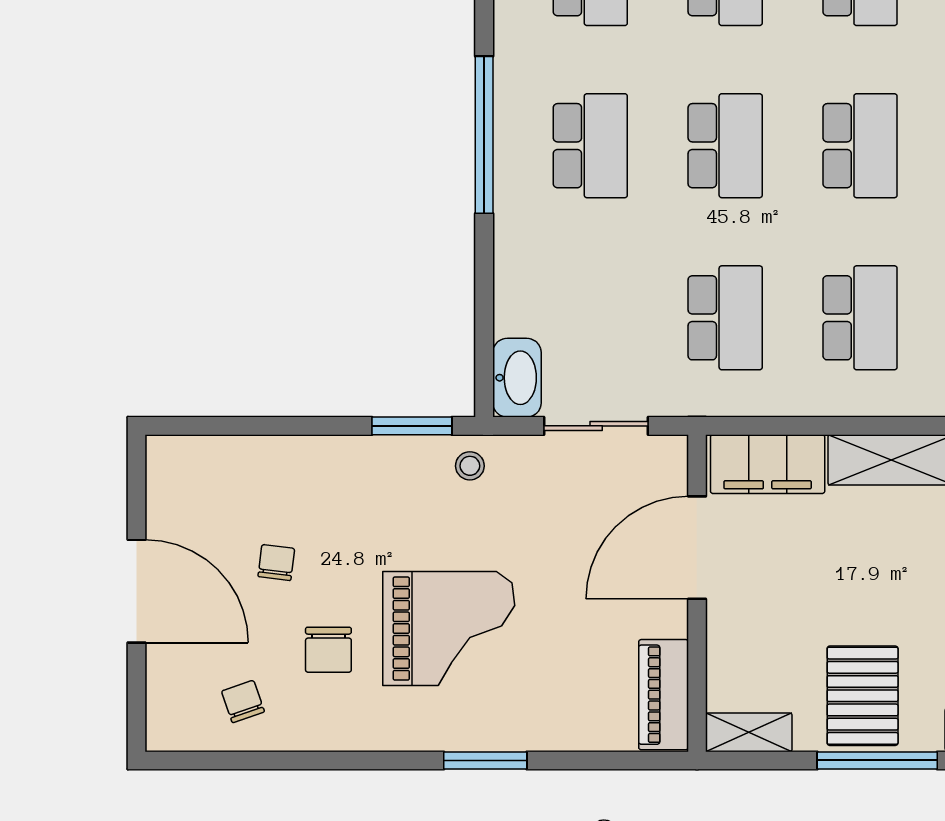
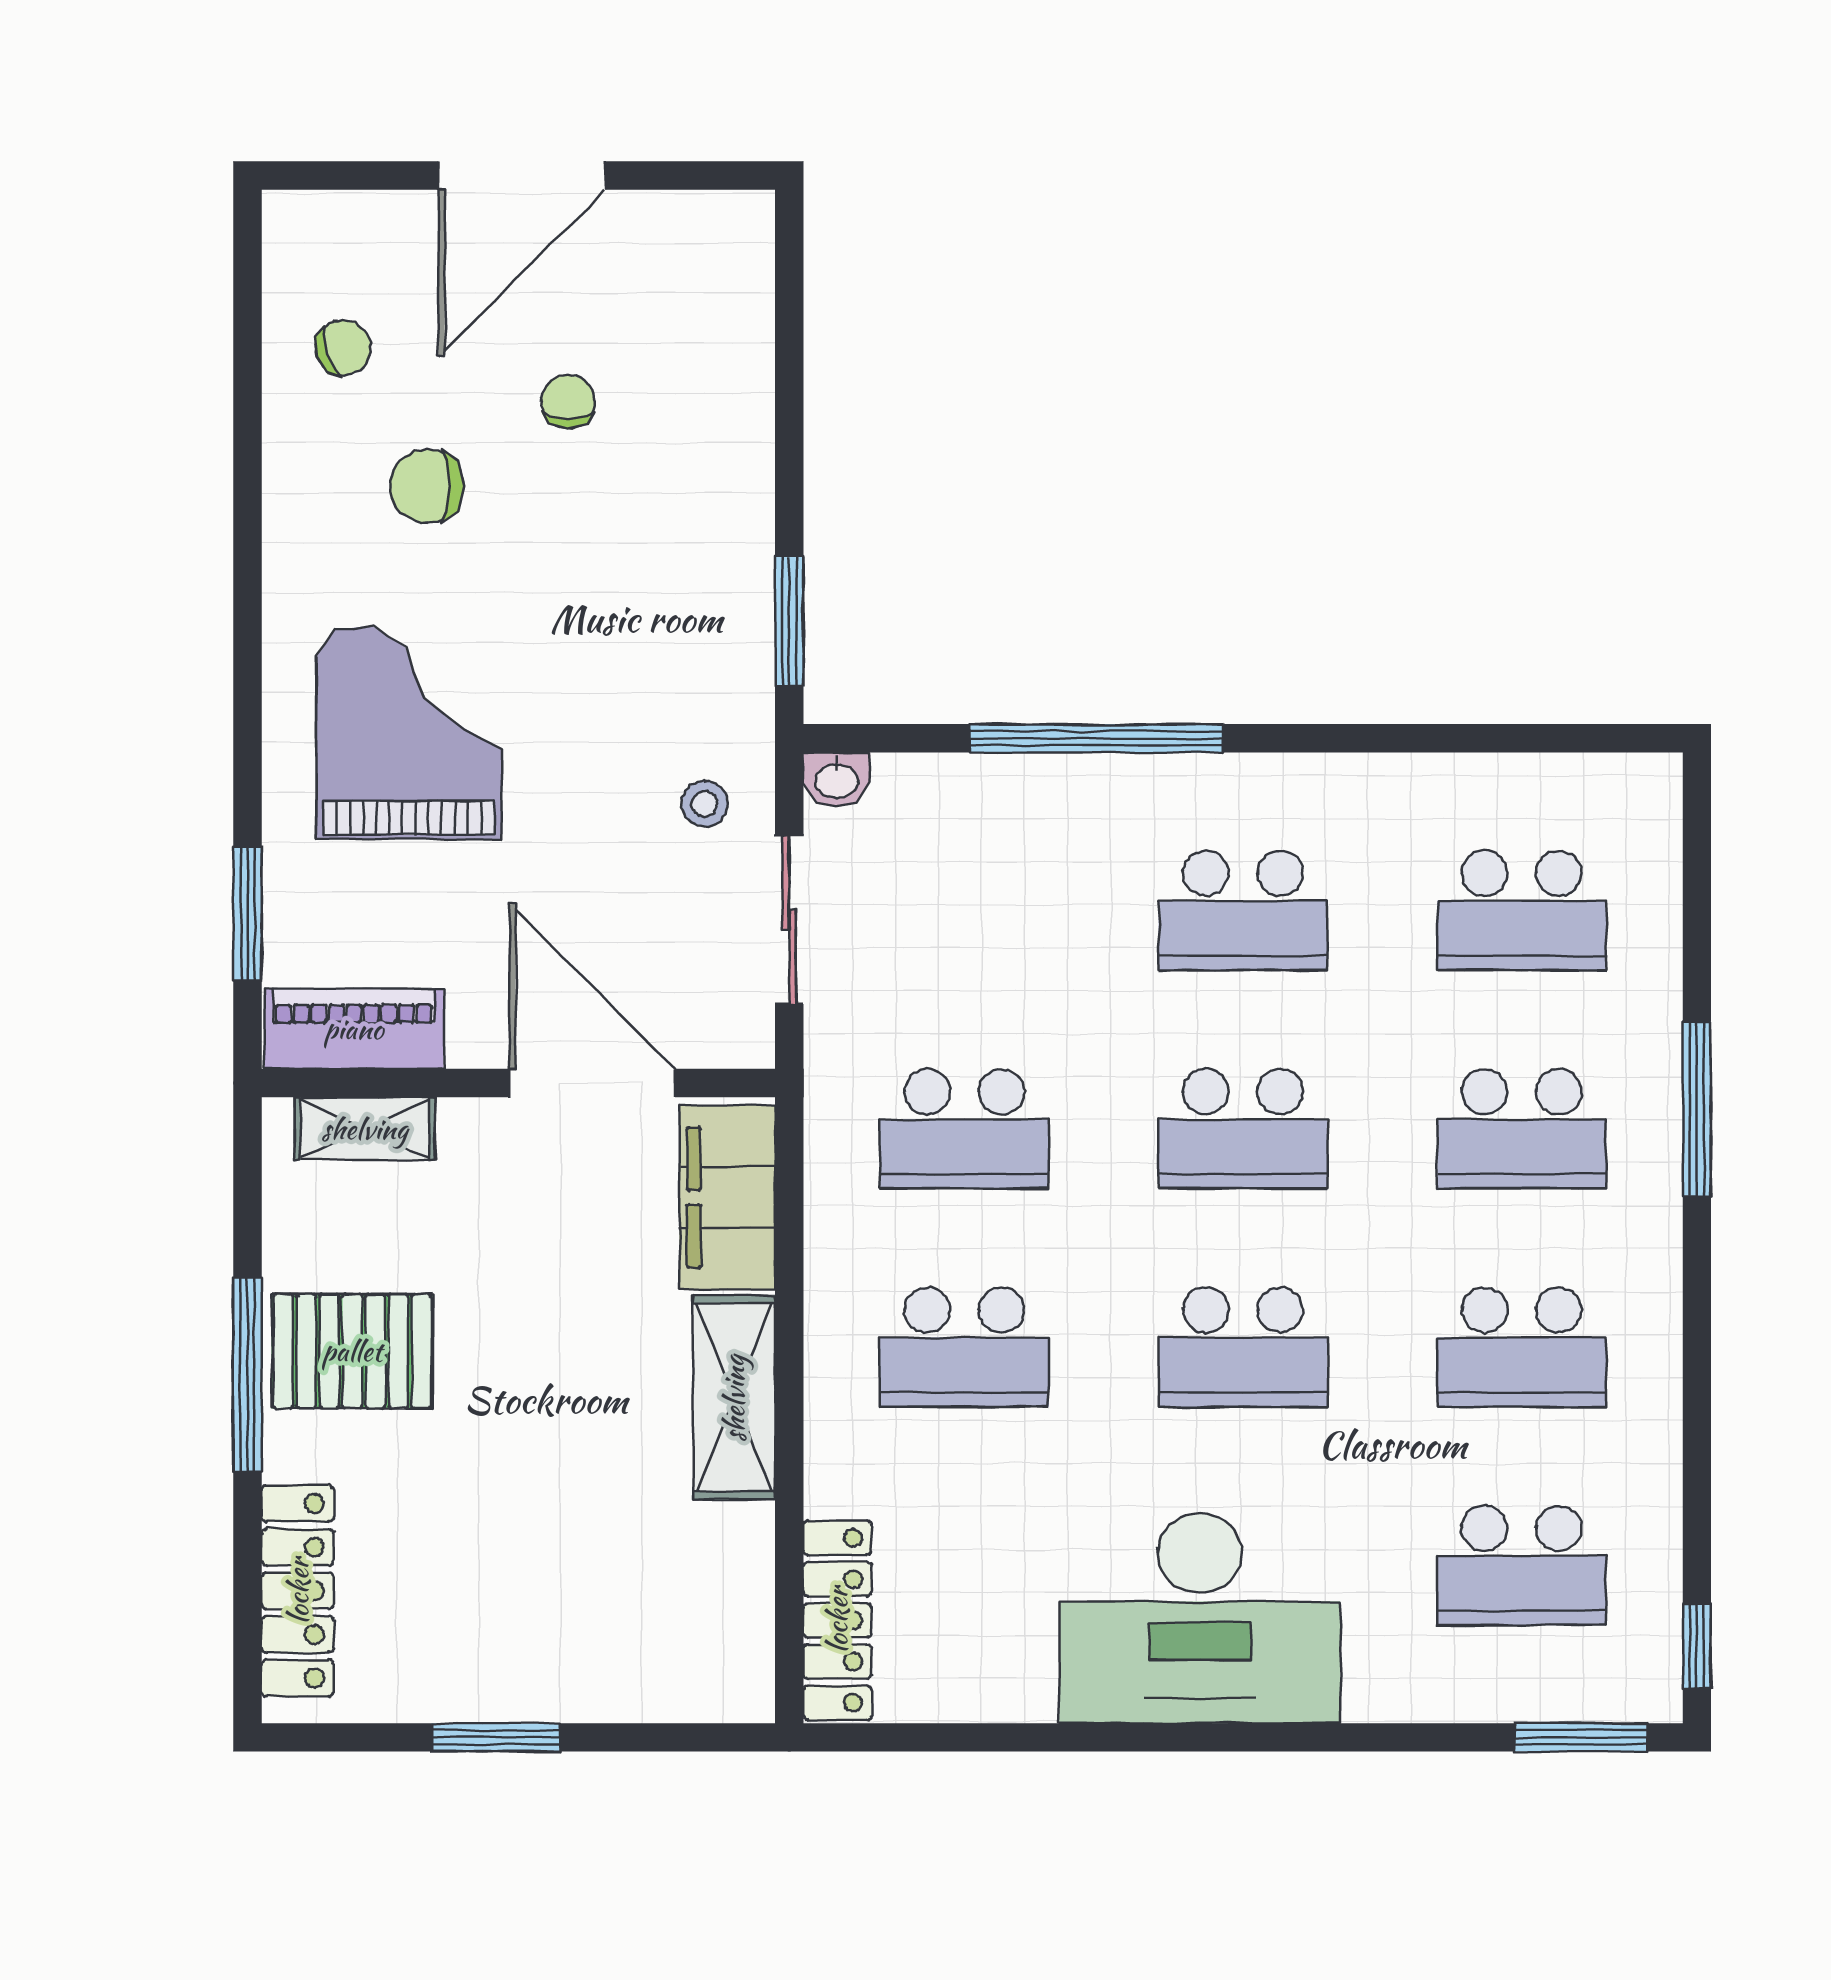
window: (484, 135) -> (1096, 738), moved
washbasin: (517, 378) -> (837, 779), width x0.52, depth x0.69
stool: (470, 466) -> (705, 804), moved
chair: (276, 562) -> (568, 402), turned -97
grand piano: (449, 629) -> (409, 732), moved, turned 180
shelving: (749, 732) -> (365, 1129), moved, turned 90
window: (485, 760) -> (247, 913), moved

